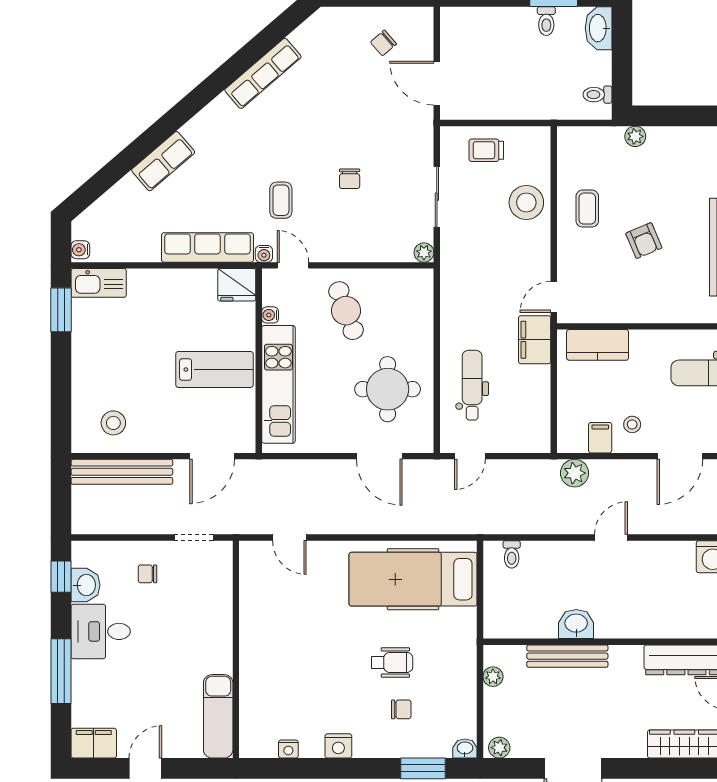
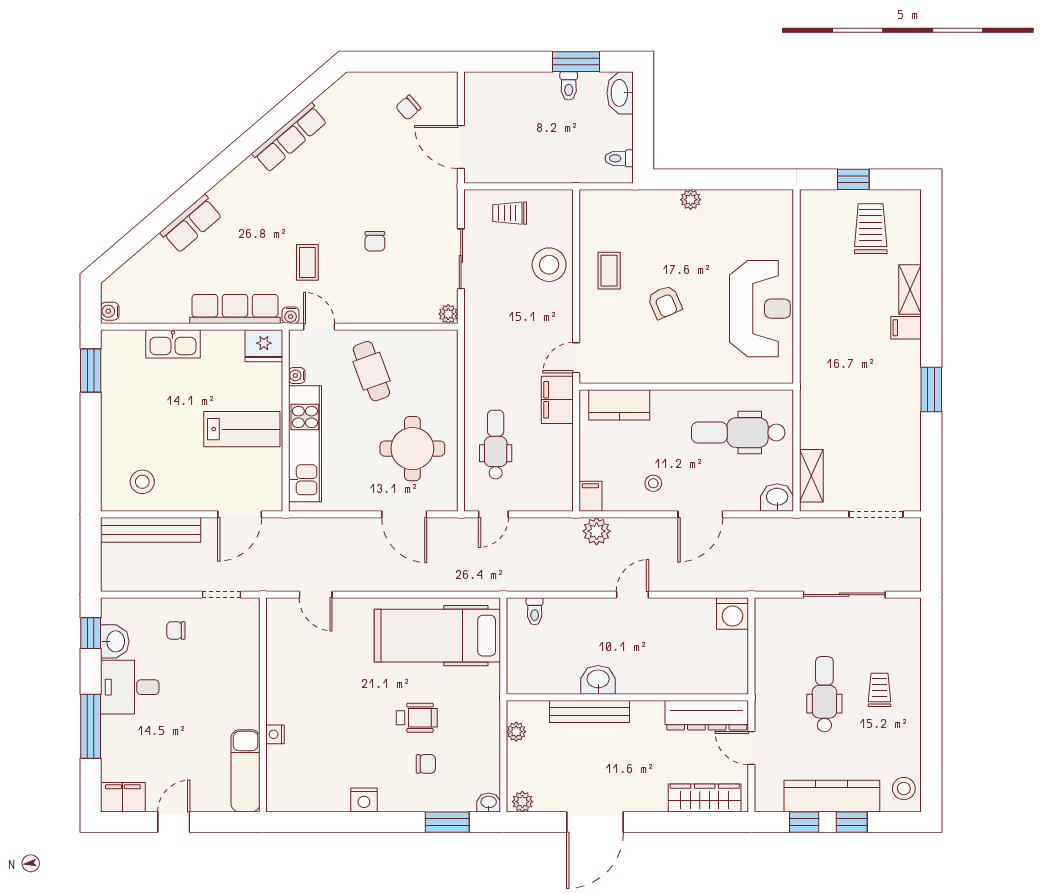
plant: (635, 136) -> (691, 200), moved
kitchen sink: (99, 283) -> (173, 344), moved
filing cabinet: (600, 438) -> (590, 496), moved
nightstand: (288, 749) -> (275, 734), moved, turned 90

